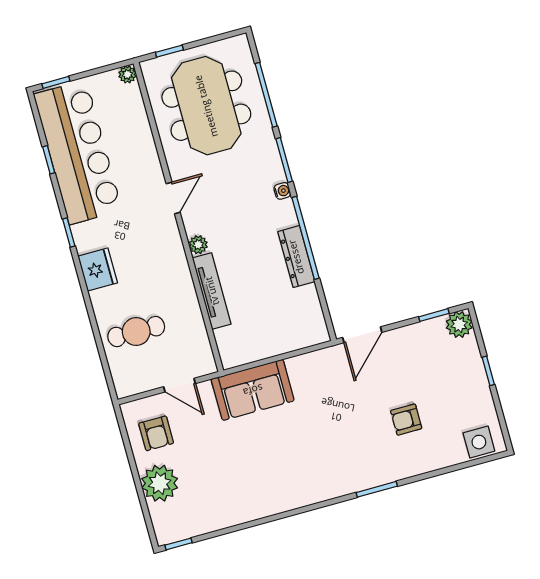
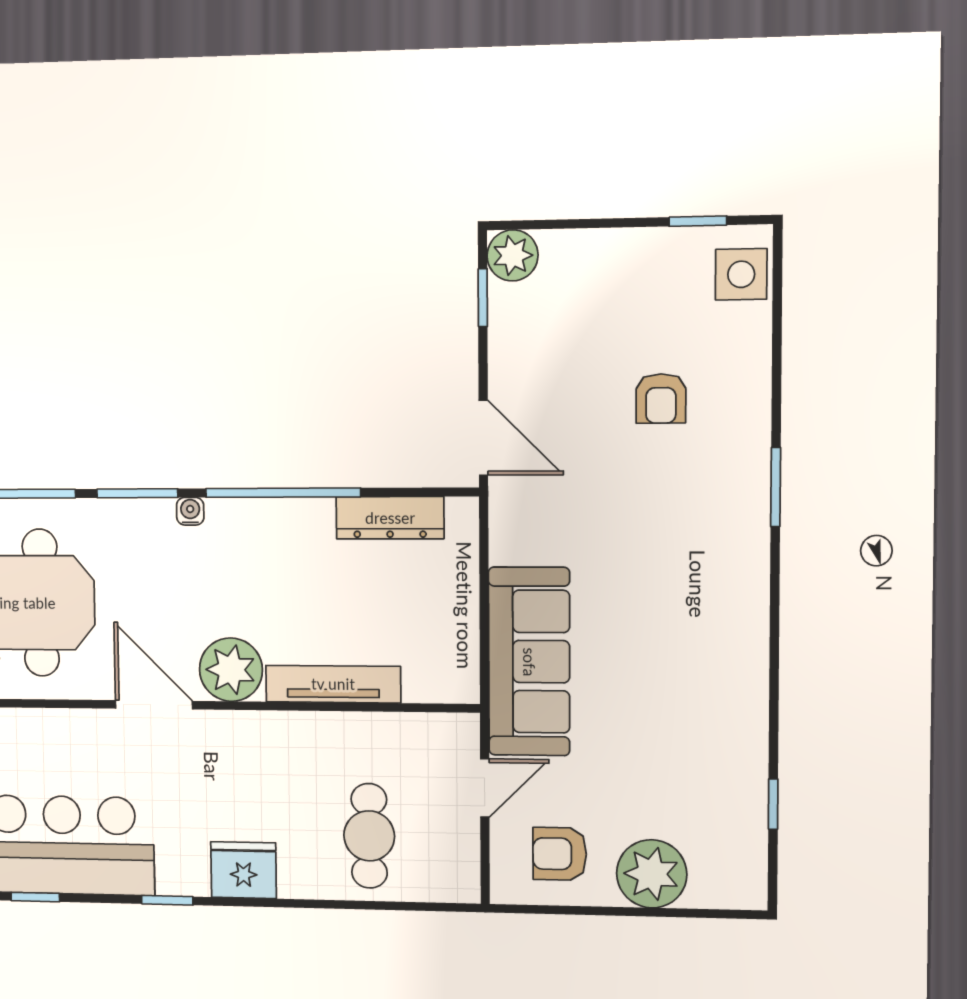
door: (173, 198) -> (154, 705), width x1.38
plant: (198, 245) -> (231, 670), width x1.88, depth x1.88
dresser: (296, 257) -> (390, 518), moved
window: (488, 371) -> (698, 221), moved
sofa: (253, 390) -> (529, 662), width x1.36
armchair: (156, 433) -> (560, 854), turned 180
window: (179, 544) -> (773, 804), moved

